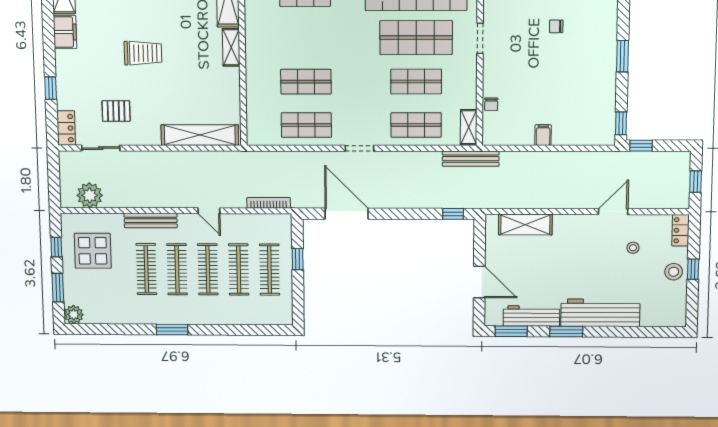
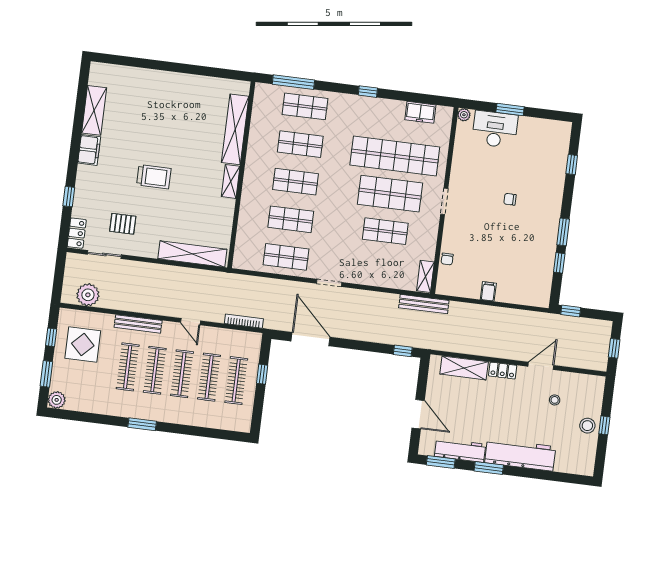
window: (621, 123) -> (559, 263), moved
shop shelf: (416, 125) -> (296, 182), moved
locker: (681, 230) -> (503, 371), moved, turned -90

